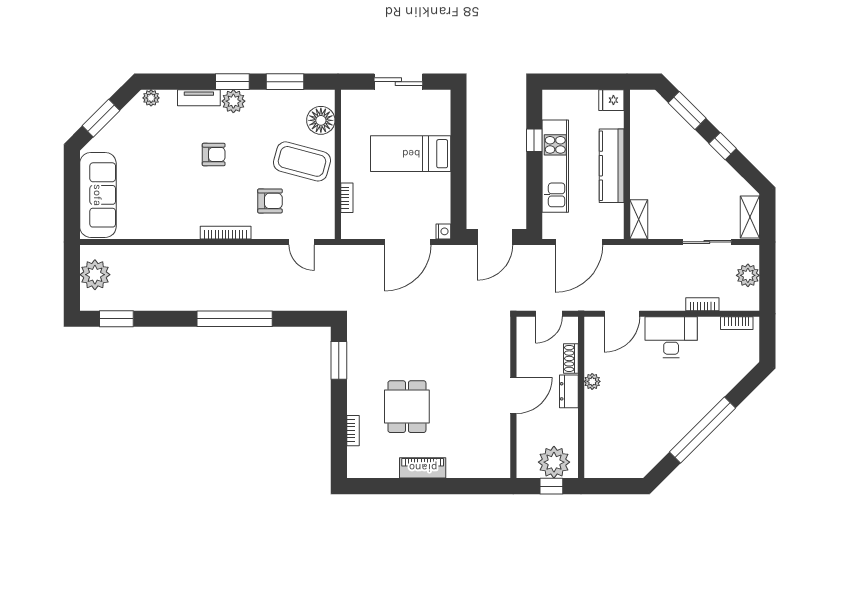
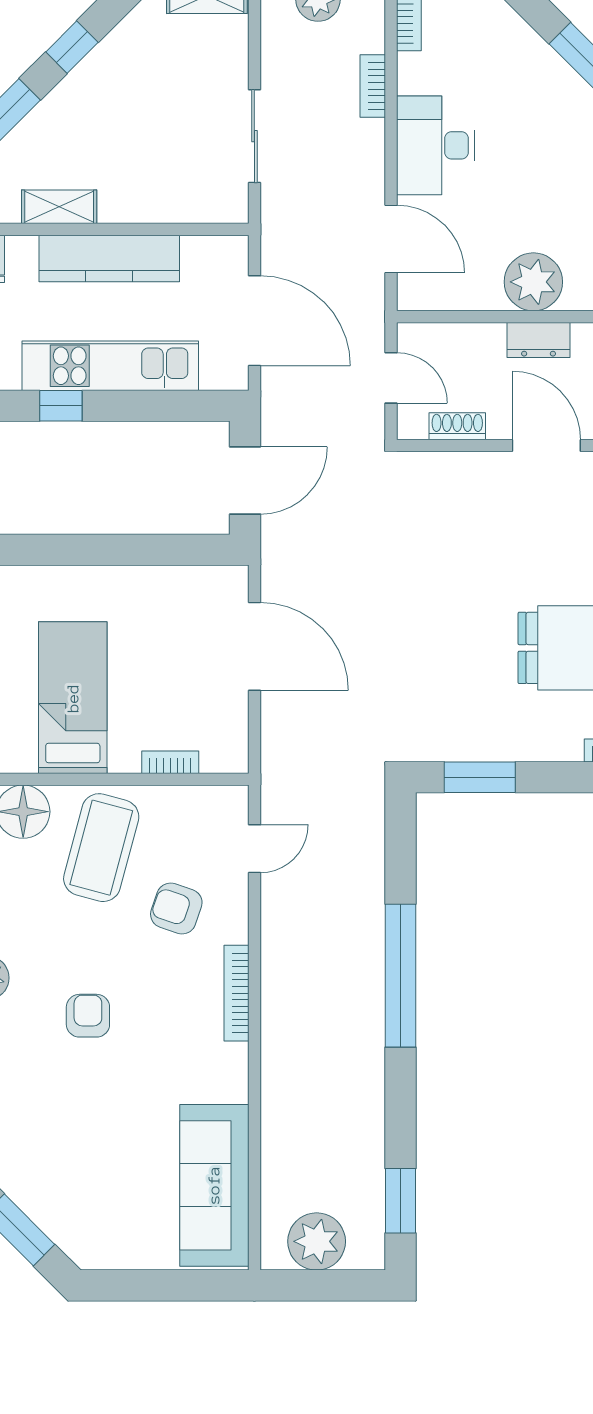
bed: (411, 154) -> (73, 698), moved, turned 180
sofa: (98, 195) -> (214, 1185), moved, turned -90
armchair: (270, 201) -> (176, 908), turned -71
shelving: (639, 219) -> (59, 207), moved
nightstand: (443, 231) -> (234, 579), removed
door: (495, 237) -> (245, 481), hinge flipped
sliding door: (707, 242) -> (254, 136), moved
shoe rack: (571, 358) -> (457, 426), moved, turned 180
plant: (592, 381) -> (533, 282), width x1.87, depth x1.87

